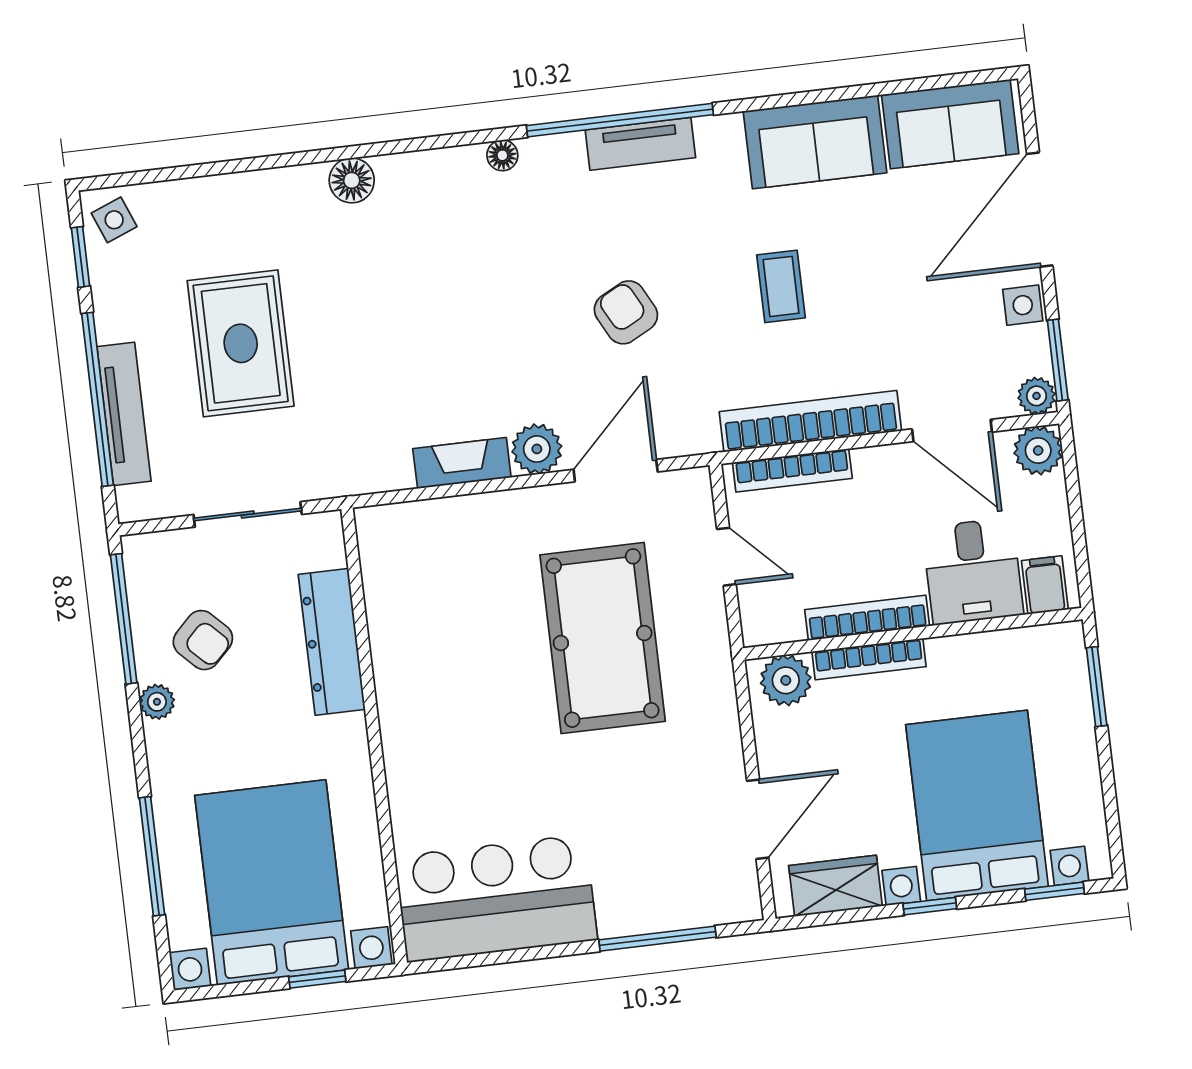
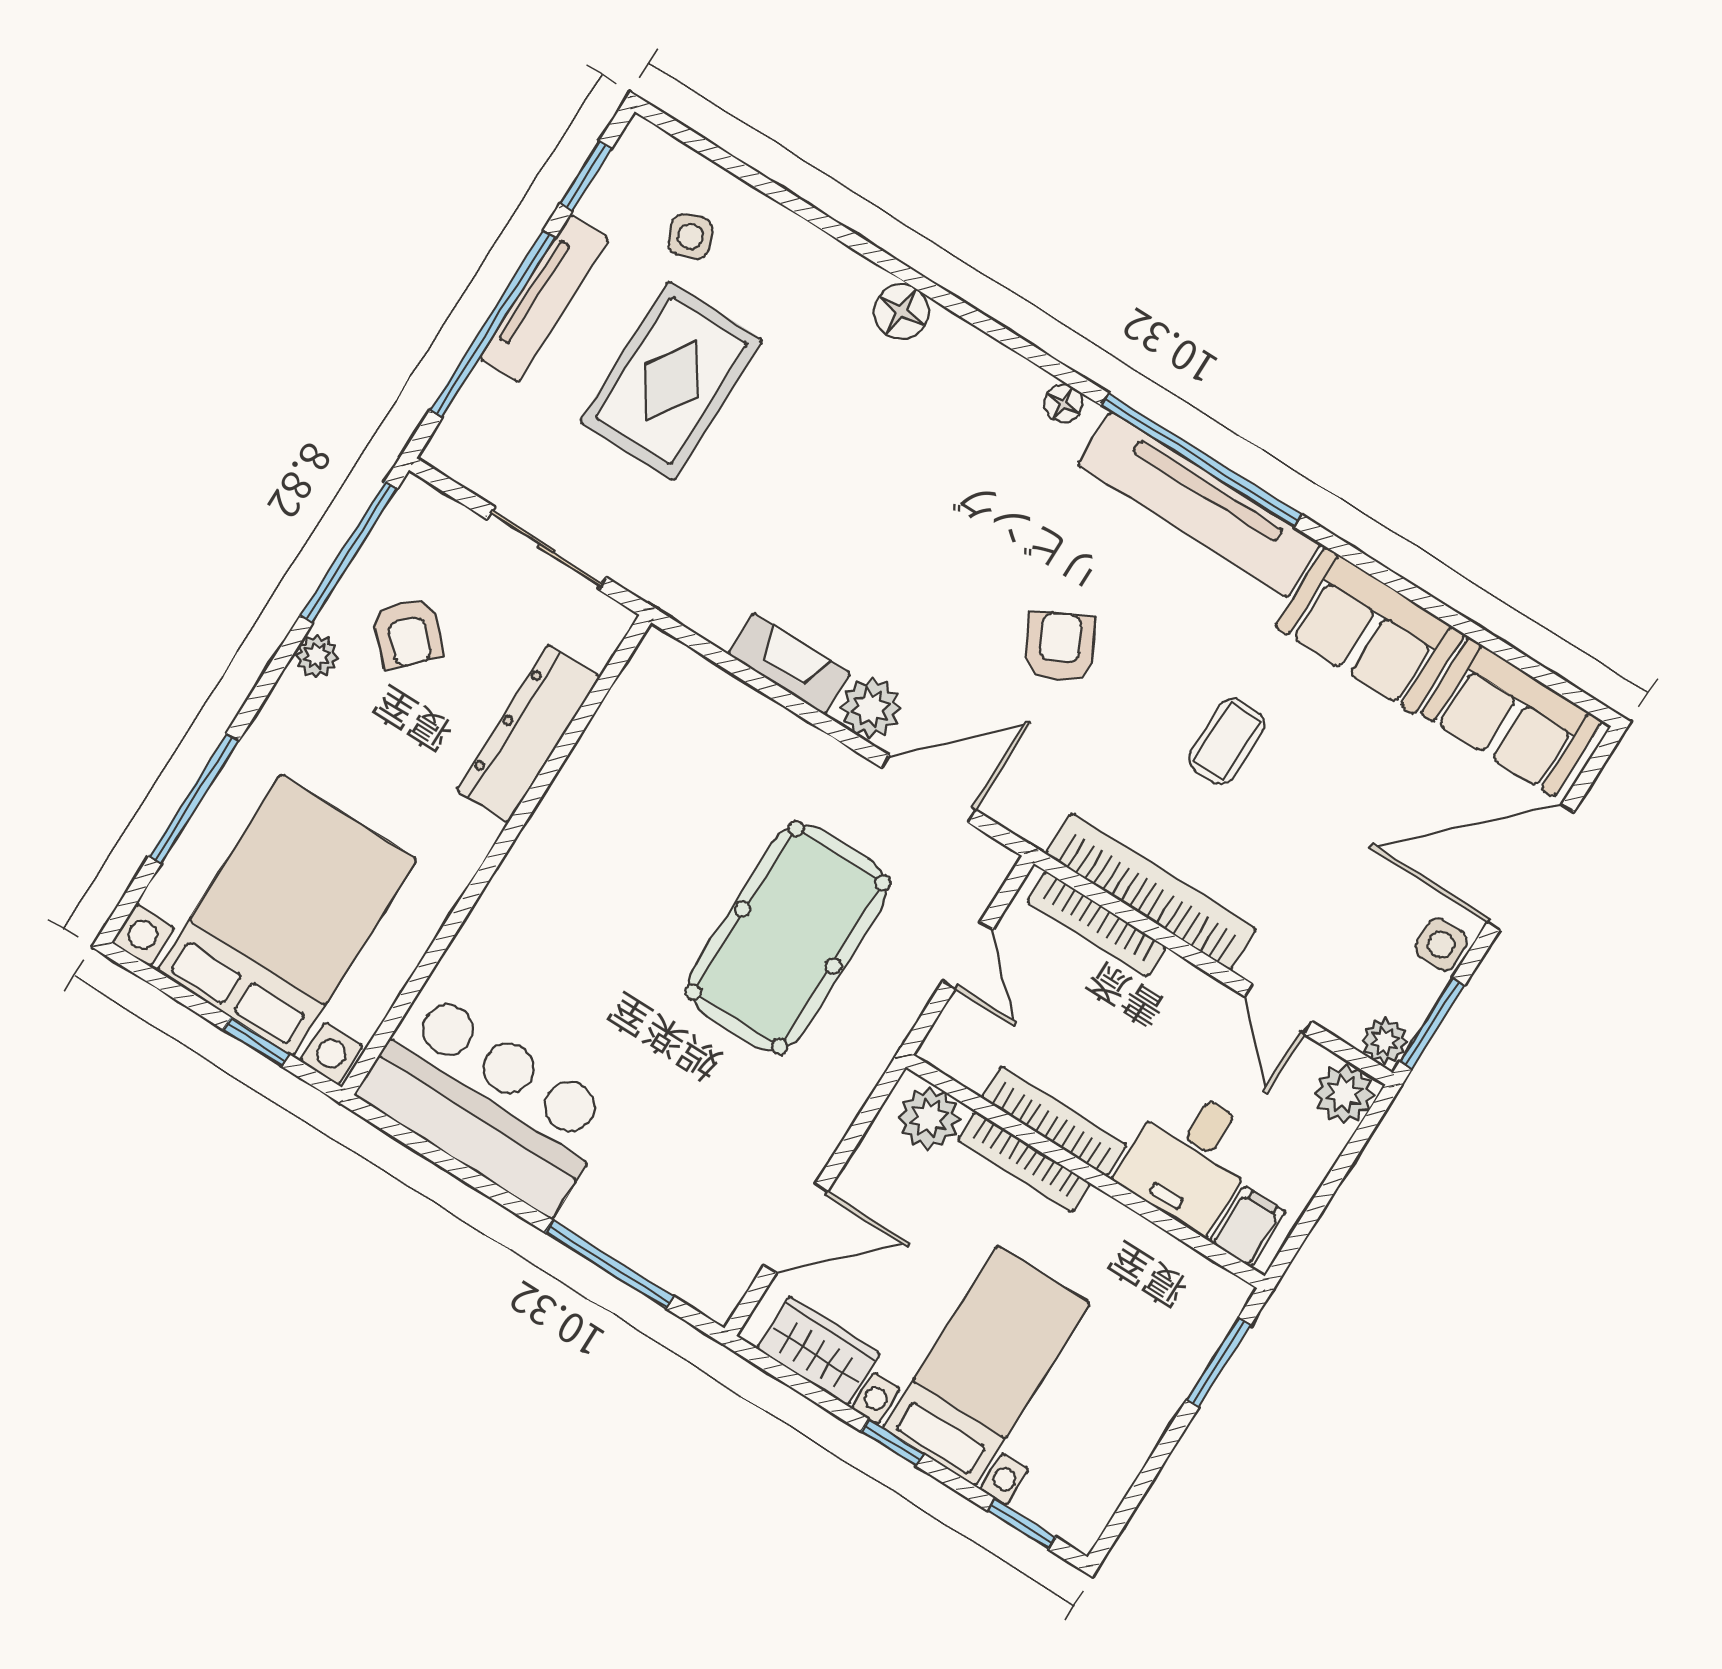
tv unit: (640, 144) -> (1199, 504), width x1.92, depth x1.29
side table: (114, 220) -> (690, 236), moved
tv unit: (124, 414) -> (544, 298), moved
door: (952, 430) -> (1278, 1009), width x0.73
bed with nightstands: (977, 805) -> (986, 1366), width x0.73

